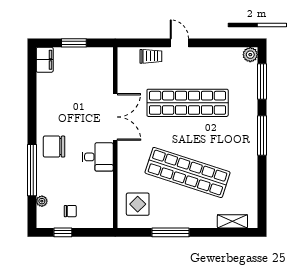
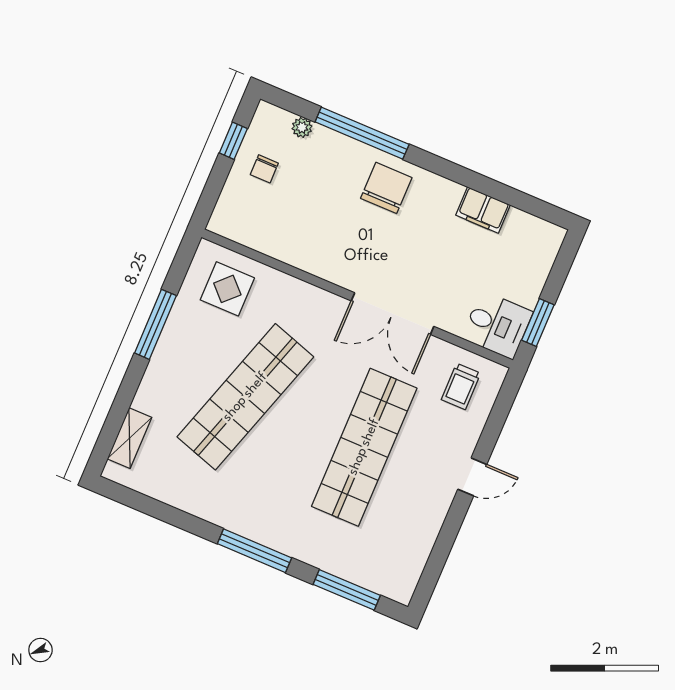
window: (74, 43) -> (538, 323), moved
plant: (250, 55) -> (401, 589), removed
trolley: (151, 56) -> (461, 386), moved
filing cabinet: (45, 60) -> (483, 210), moved
desk: (98, 157) -> (497, 325), moved, turned -90

